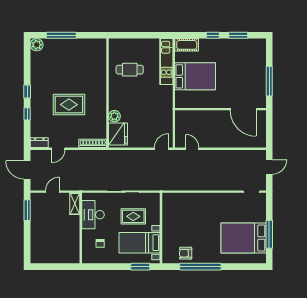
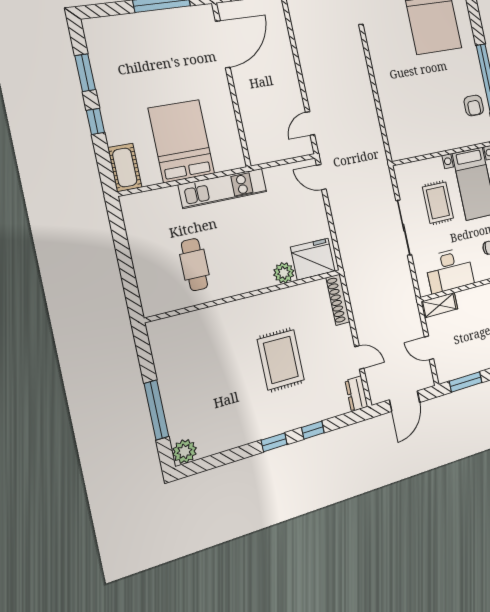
kitchen unit: (166, 62) -> (223, 188), moved

